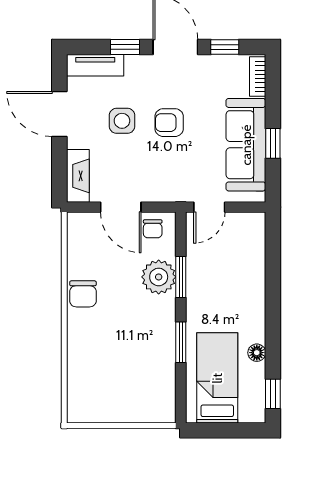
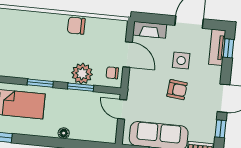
window: (125, 47) -> (229, 48), moved
armchair: (169, 123) -> (177, 90), turned 96
door: (121, 207) -> (128, 54), swing flipped
floor lamp: (257, 353) -> (64, 133), moved

